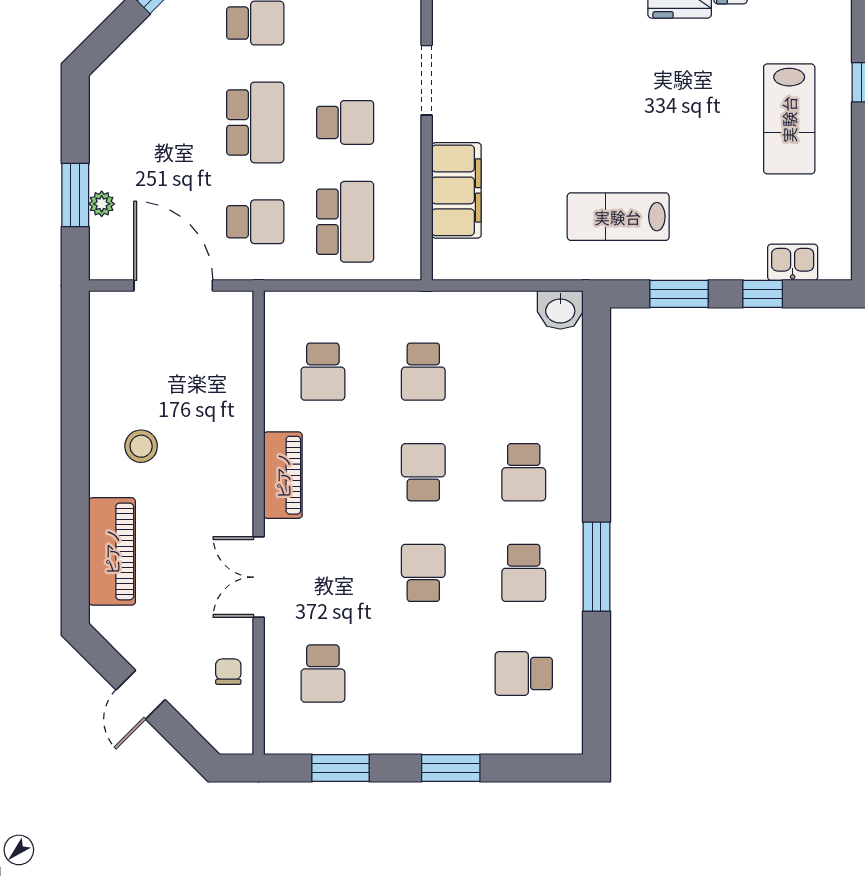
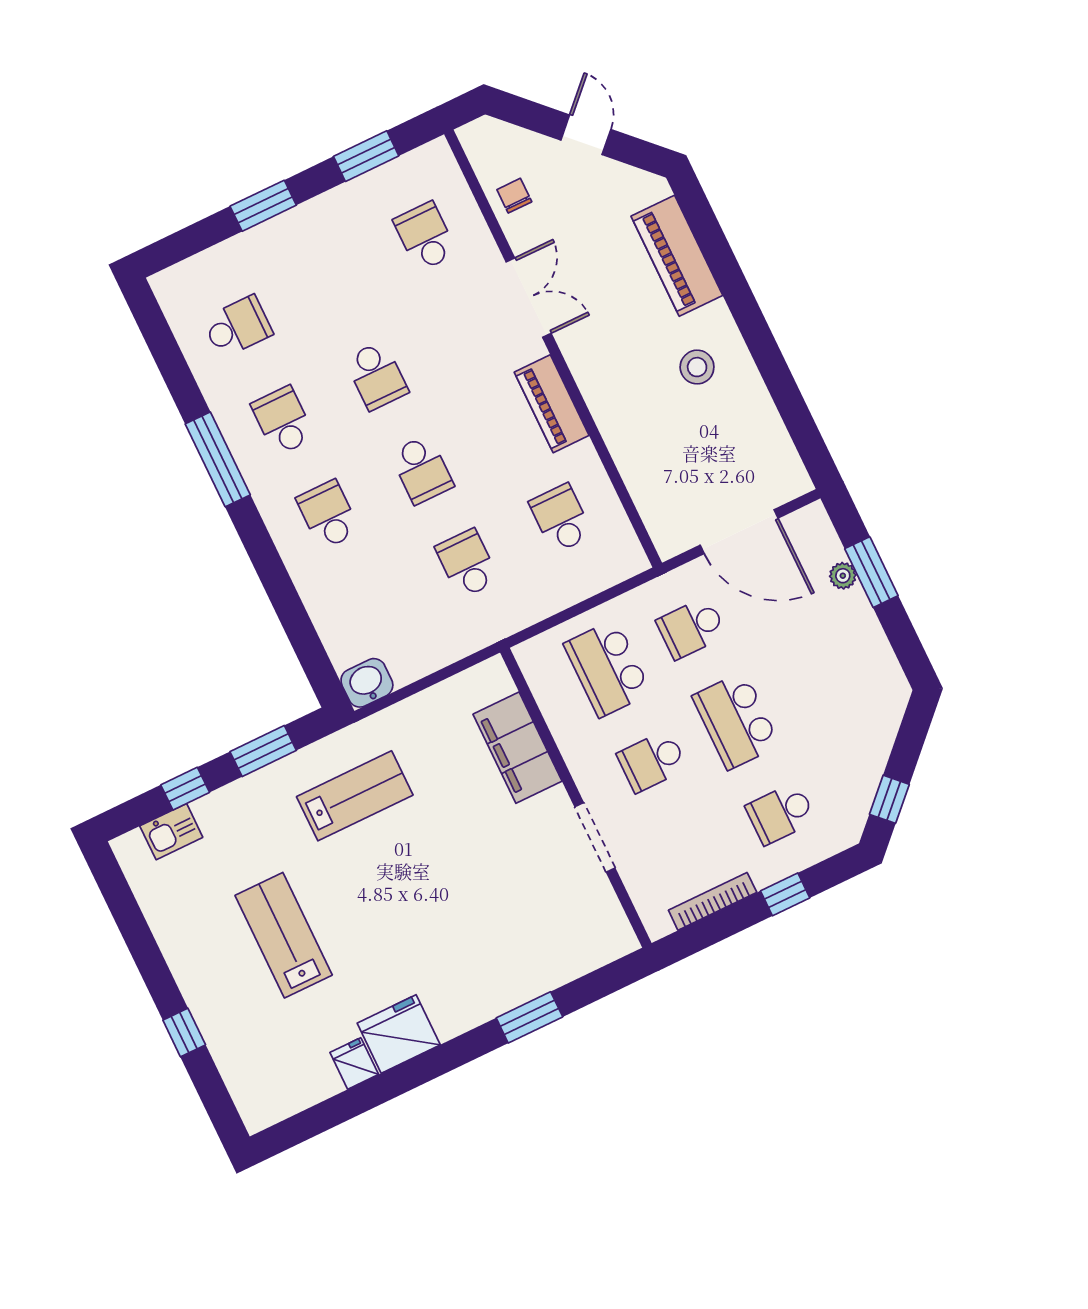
lab bench: (789, 119) -> (284, 935), moved
chair: (228, 672) -> (514, 196), turned 180

